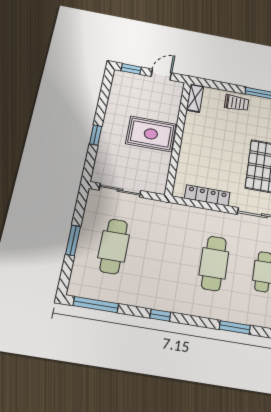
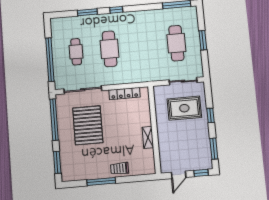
window: (105, 93) -> (214, 149), added
shelving: (195, 98) -> (148, 137), moved
rug: (151, 134) -> (184, 108), moved
window: (160, 315) -> (116, 10), moved

